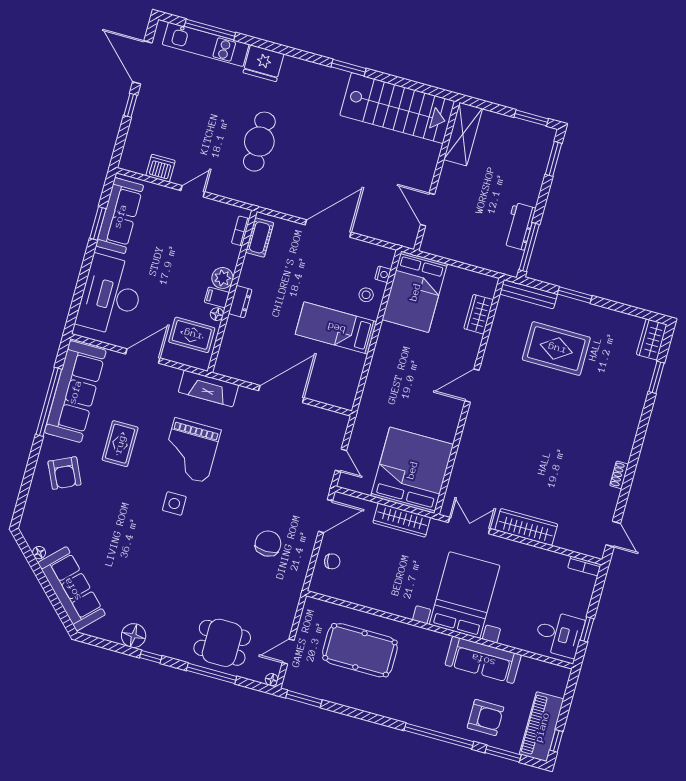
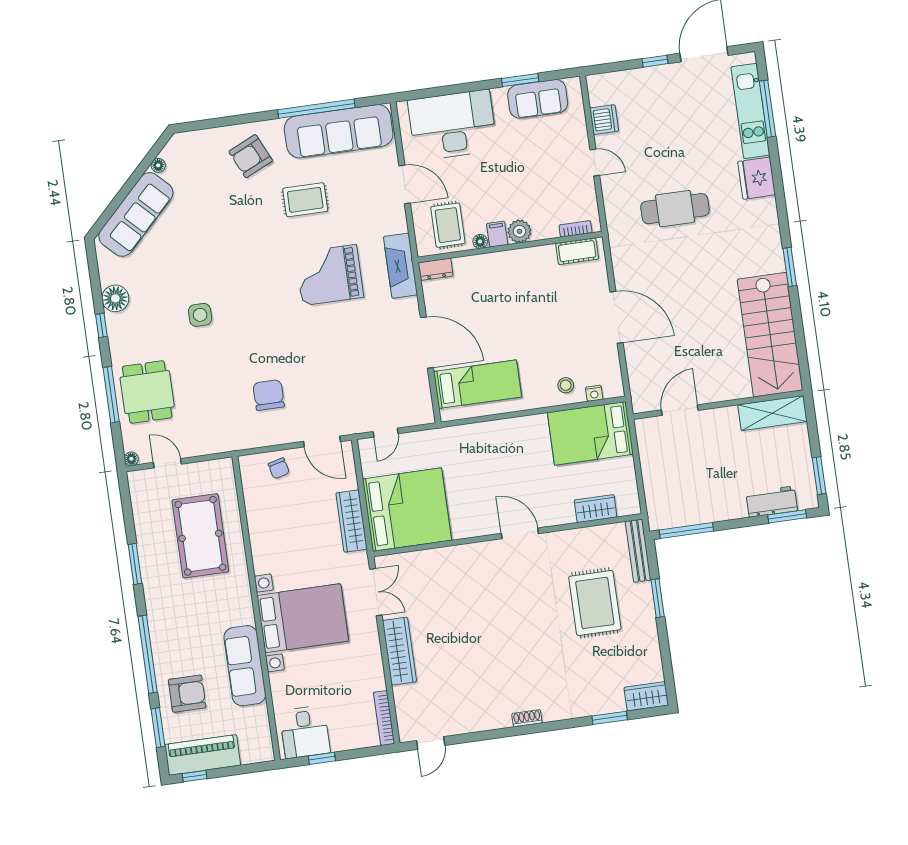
sofa: (120, 216) -> (538, 99), width x0.73
workbench: (519, 226) -> (772, 502), moved
dresser: (240, 302) -> (436, 269), moved
bed: (336, 328) -> (478, 384), moved, turned 90
shoe rack: (619, 475) -> (527, 718), moved
side table: (174, 504) -> (200, 315), moved
chair: (268, 544) -> (269, 395), turned -90
bookcase: (584, 566) -> (384, 718), width x1.56
window: (304, 699) -> (135, 564), moved
armchair: (485, 718) -> (187, 694), turned -90

